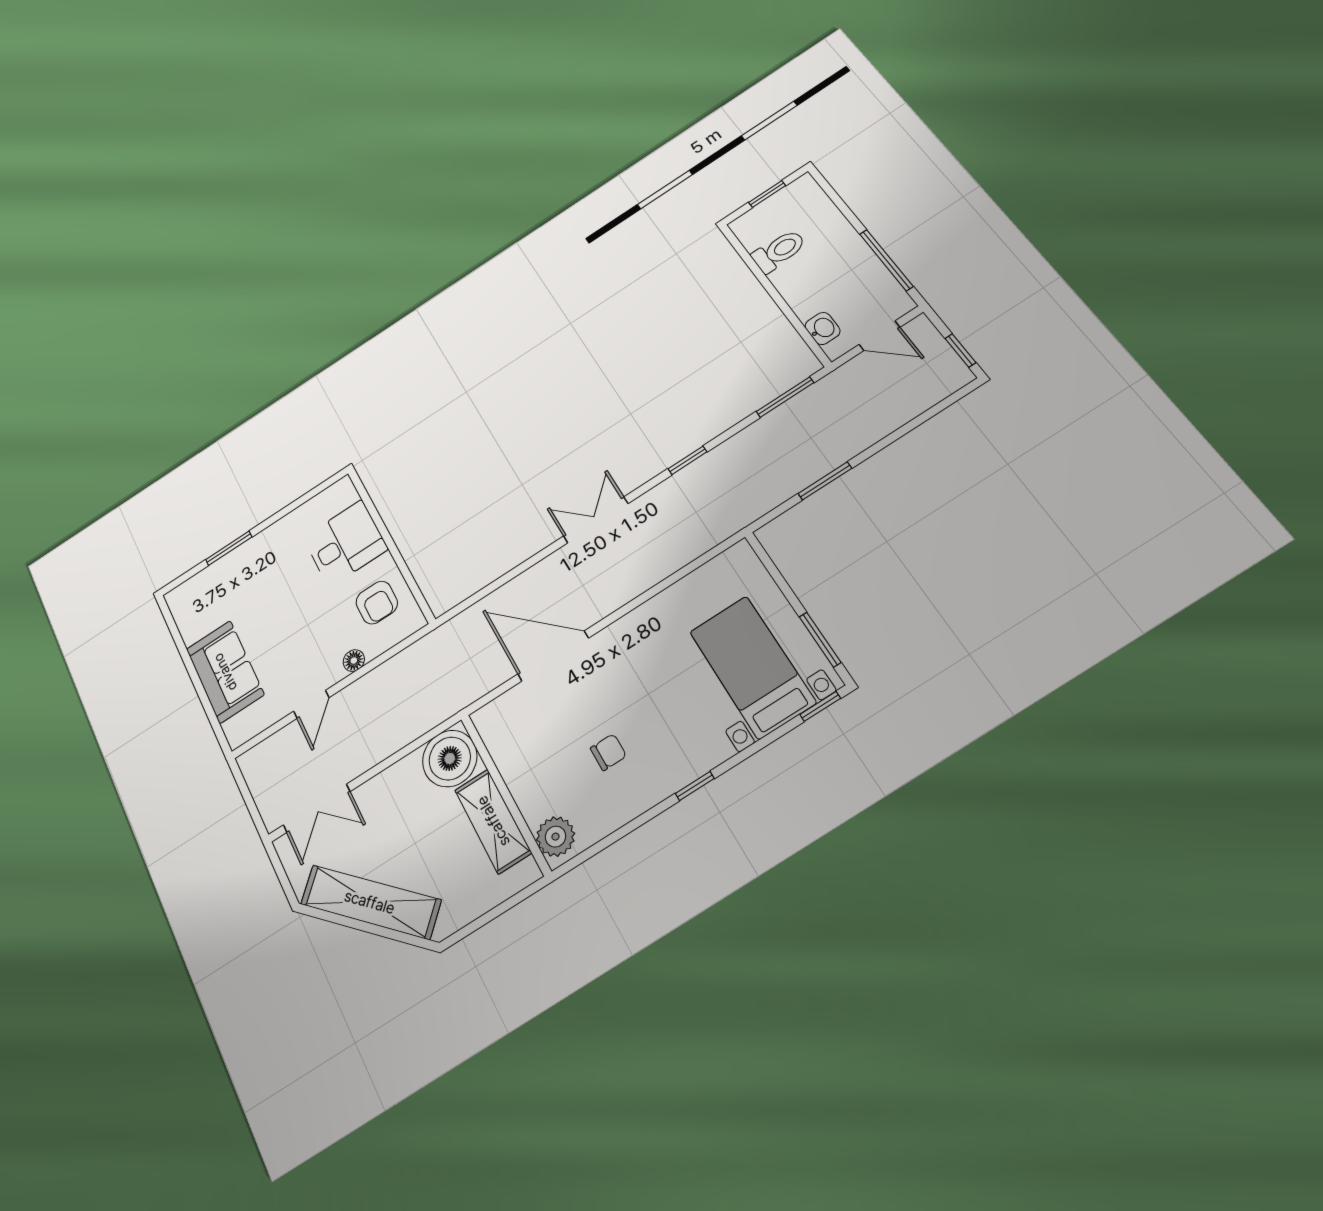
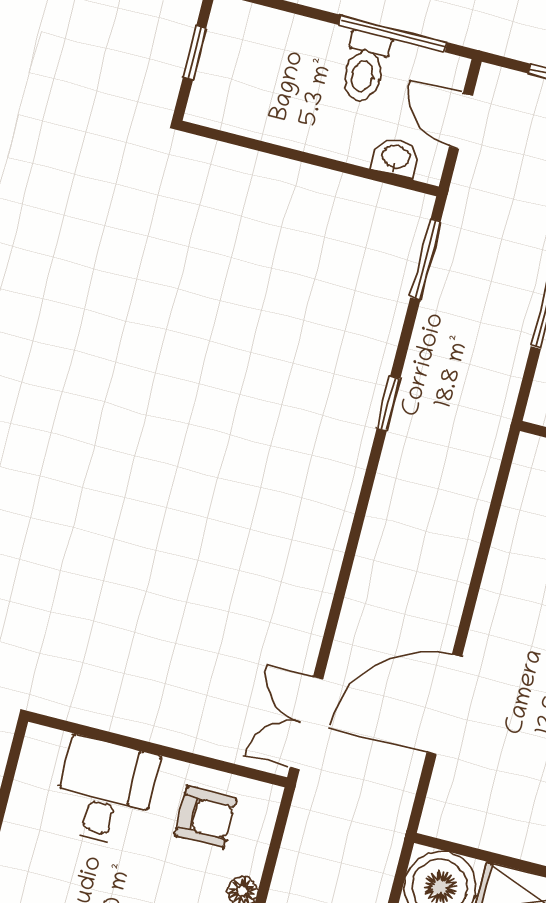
toilet: (779, 251) -> (365, 67), moved, turned 180
door: (879, 336) -> (461, 121), swing flipped
double door: (596, 520) -> (306, 723), moved

